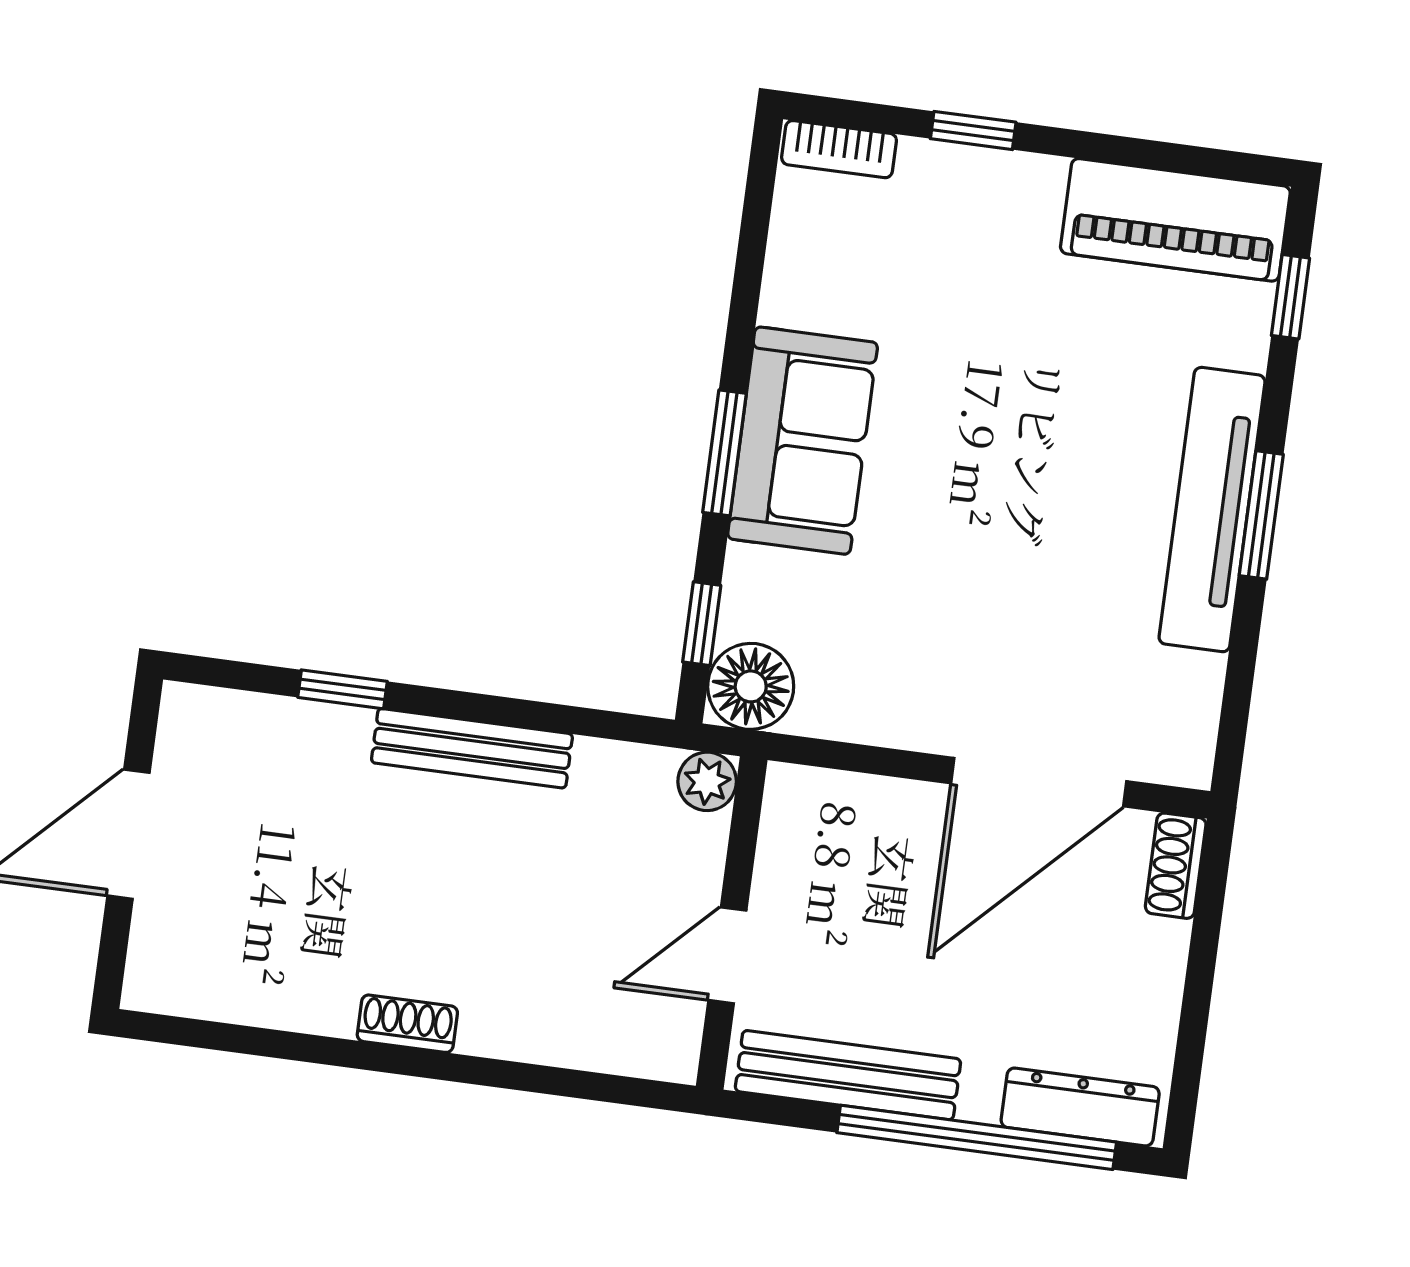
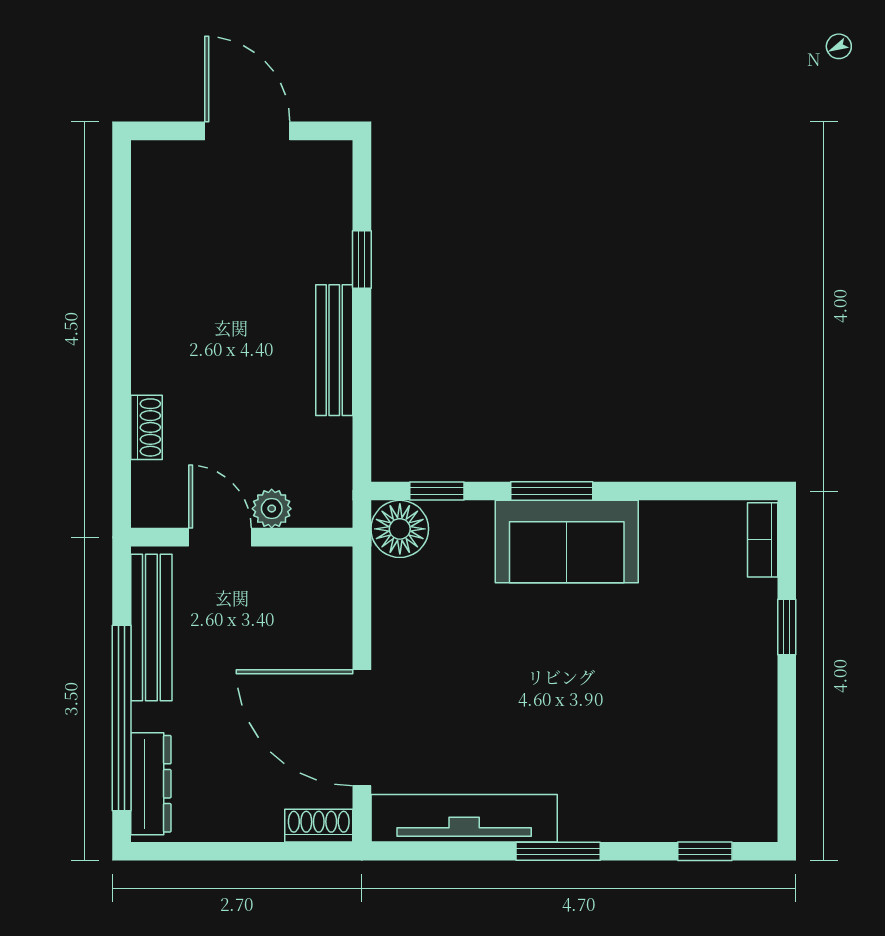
piano: (1175, 220) -> (746, 768), removed
tv unit: (1212, 510) -> (464, 818), moved
plant: (707, 781) -> (272, 509), moved
shoe rack: (407, 1024) -> (147, 427), moved

